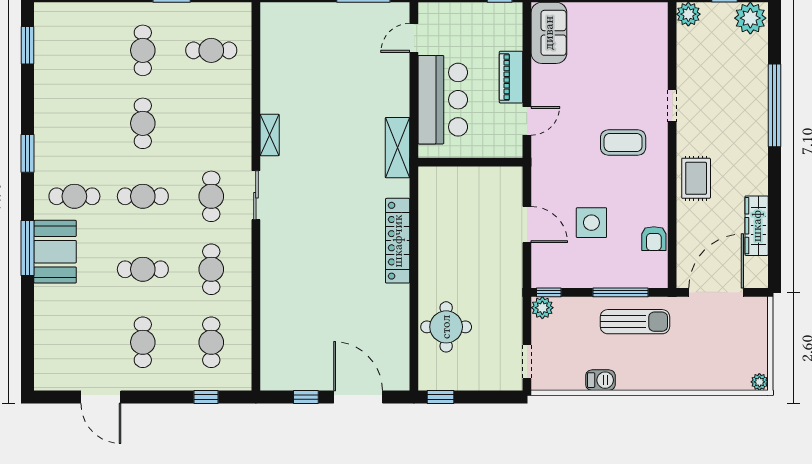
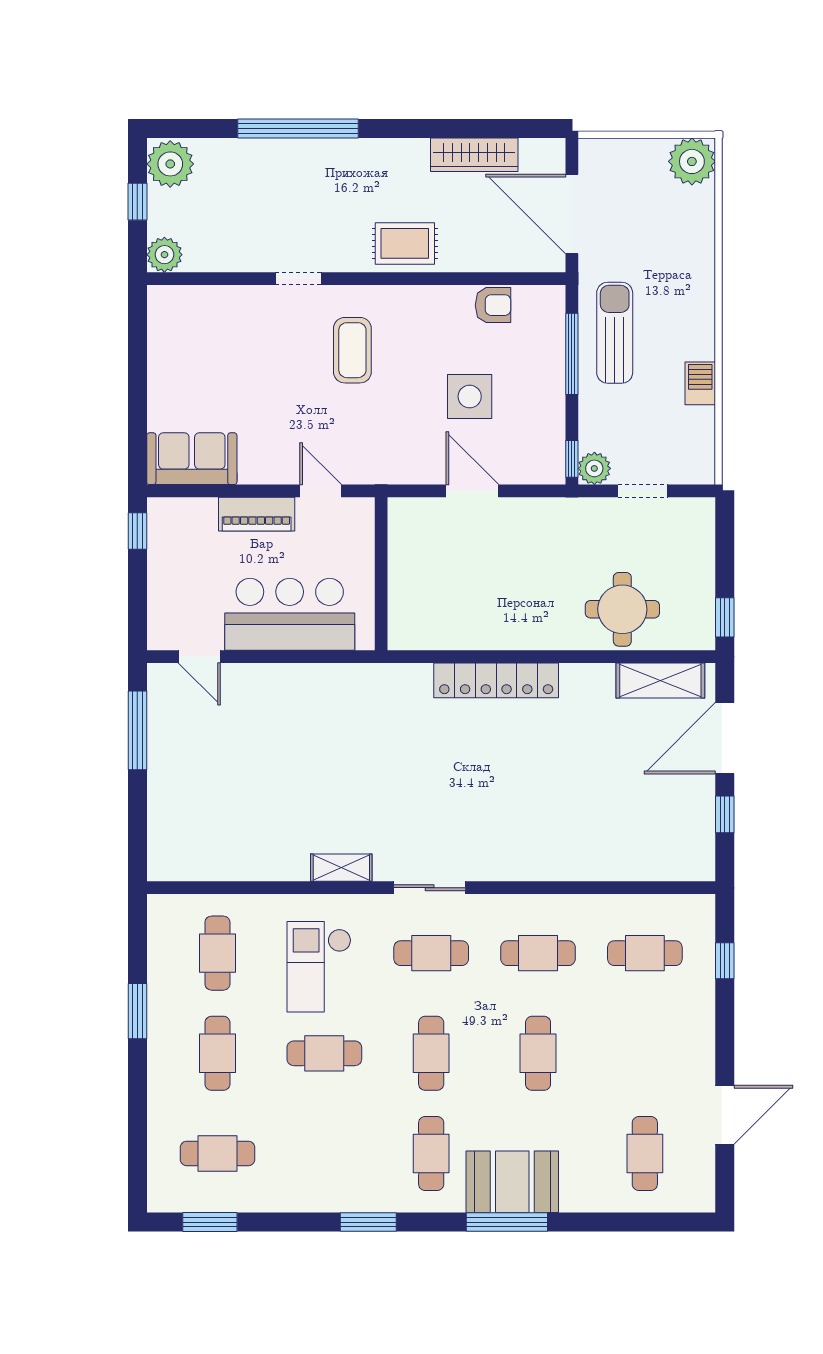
cafe table: (74, 50) -> (217, 1153), added
cafe table: (143, 50) -> (217, 1053), turned 90
checkout: (202, 120) -> (319, 967), added
shelving: (397, 148) -> (660, 680), moved
door: (527, 224) -> (472, 491), hinge flipped
cafe table: (143, 342) -> (645, 1153), moved, turned 90
doorway: (527, 362) -> (643, 491), moved
plant: (759, 382) -> (692, 161), width x1.88, depth x1.88

